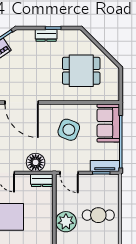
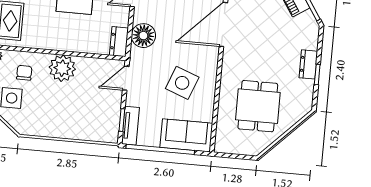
cafe table: (98, 215) -> (67, 111), removed

